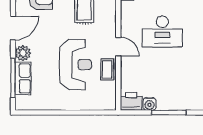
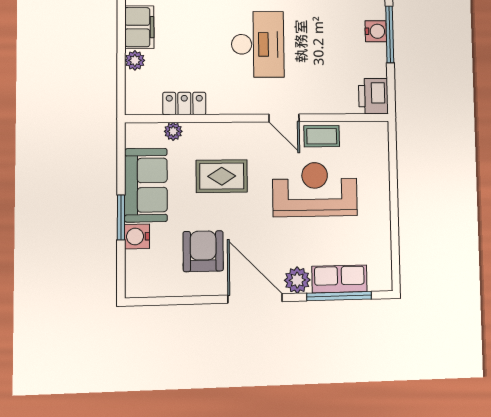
door: (13, 28) -> (255, 298), width x1.36
door: (118, 47) -> (284, 118), swing flipped
water cooler: (150, 104) -> (376, 31), moved

